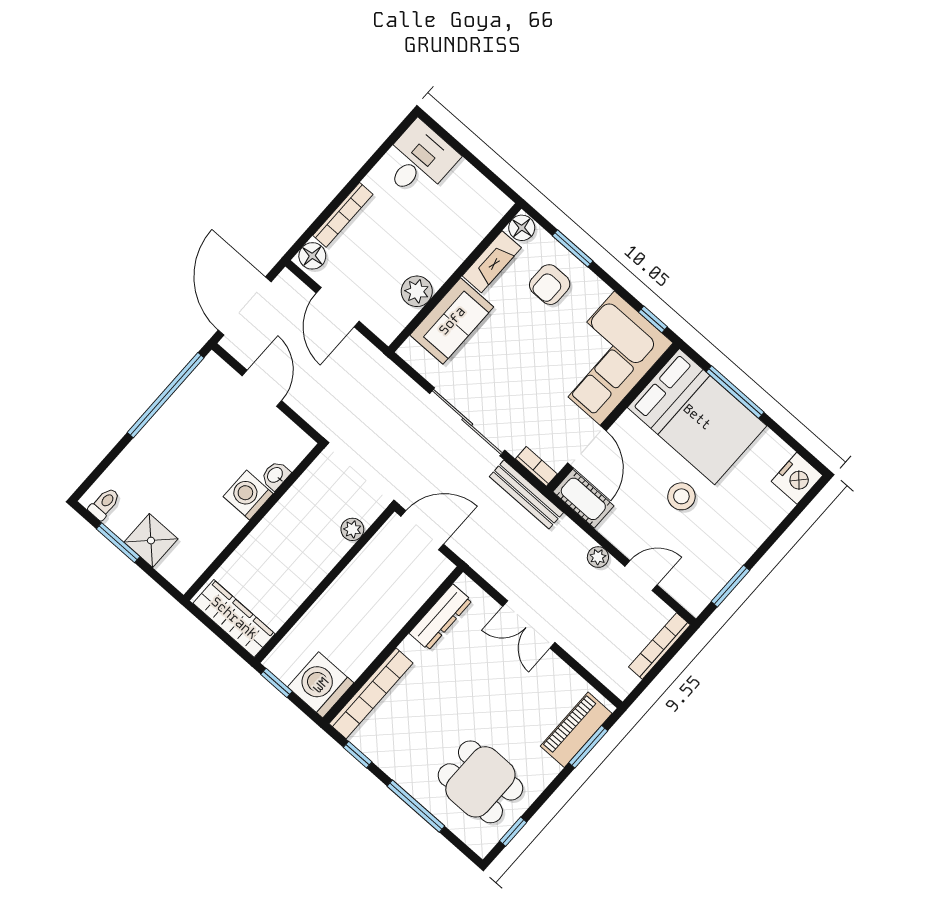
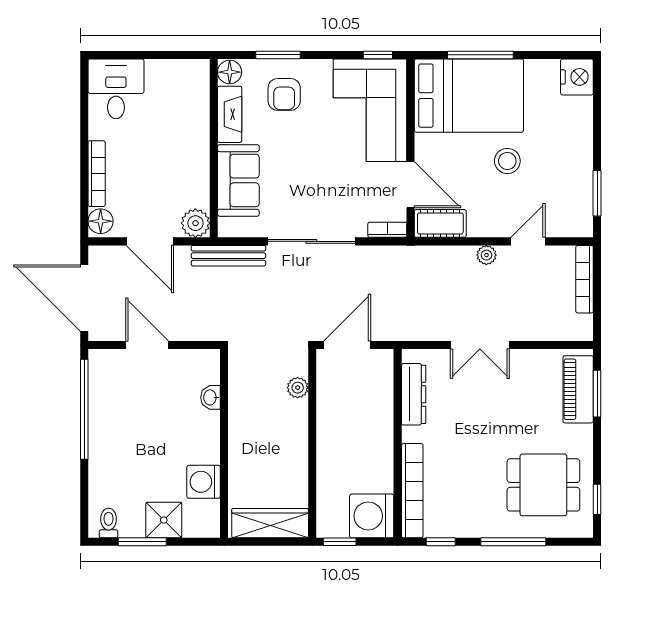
plant: (417, 291) -> (195, 223), moved
washing machine: (248, 495) -> (204, 482), moved
bench: (526, 495) -> (228, 256), moved

